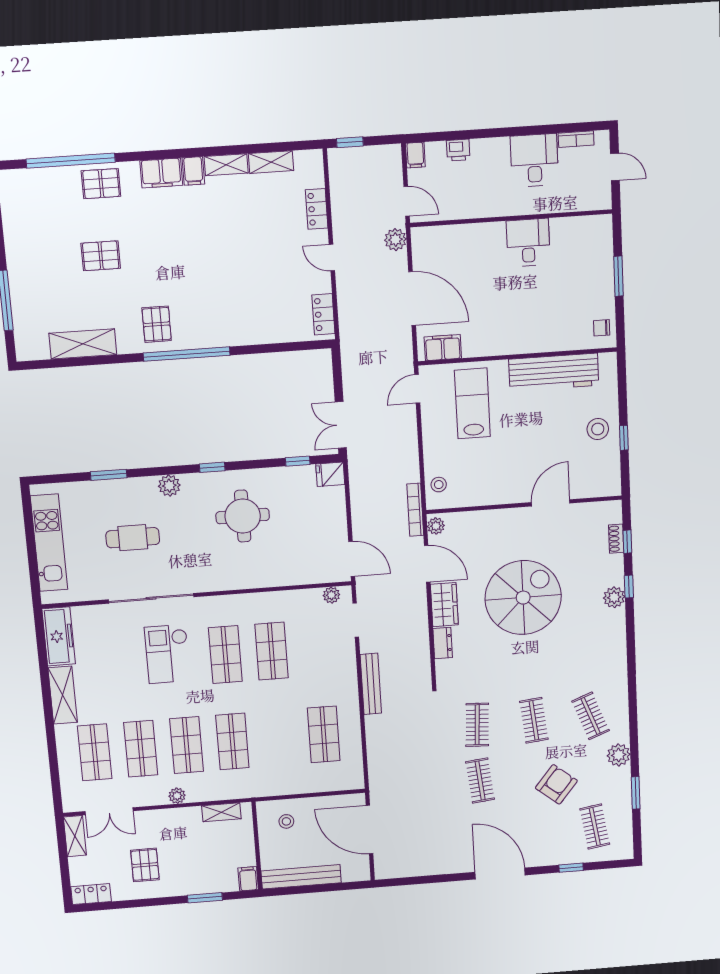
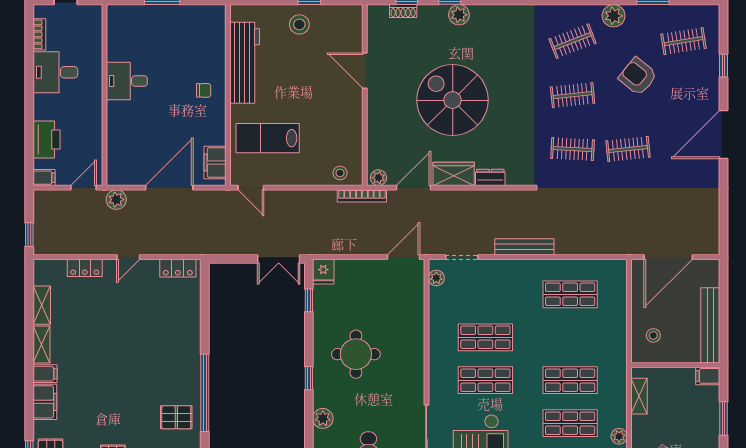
printer: (458, 150) -> (46, 140), width x1.87, depth x1.48
chair: (602, 328) -> (204, 90), moved, turned -90

